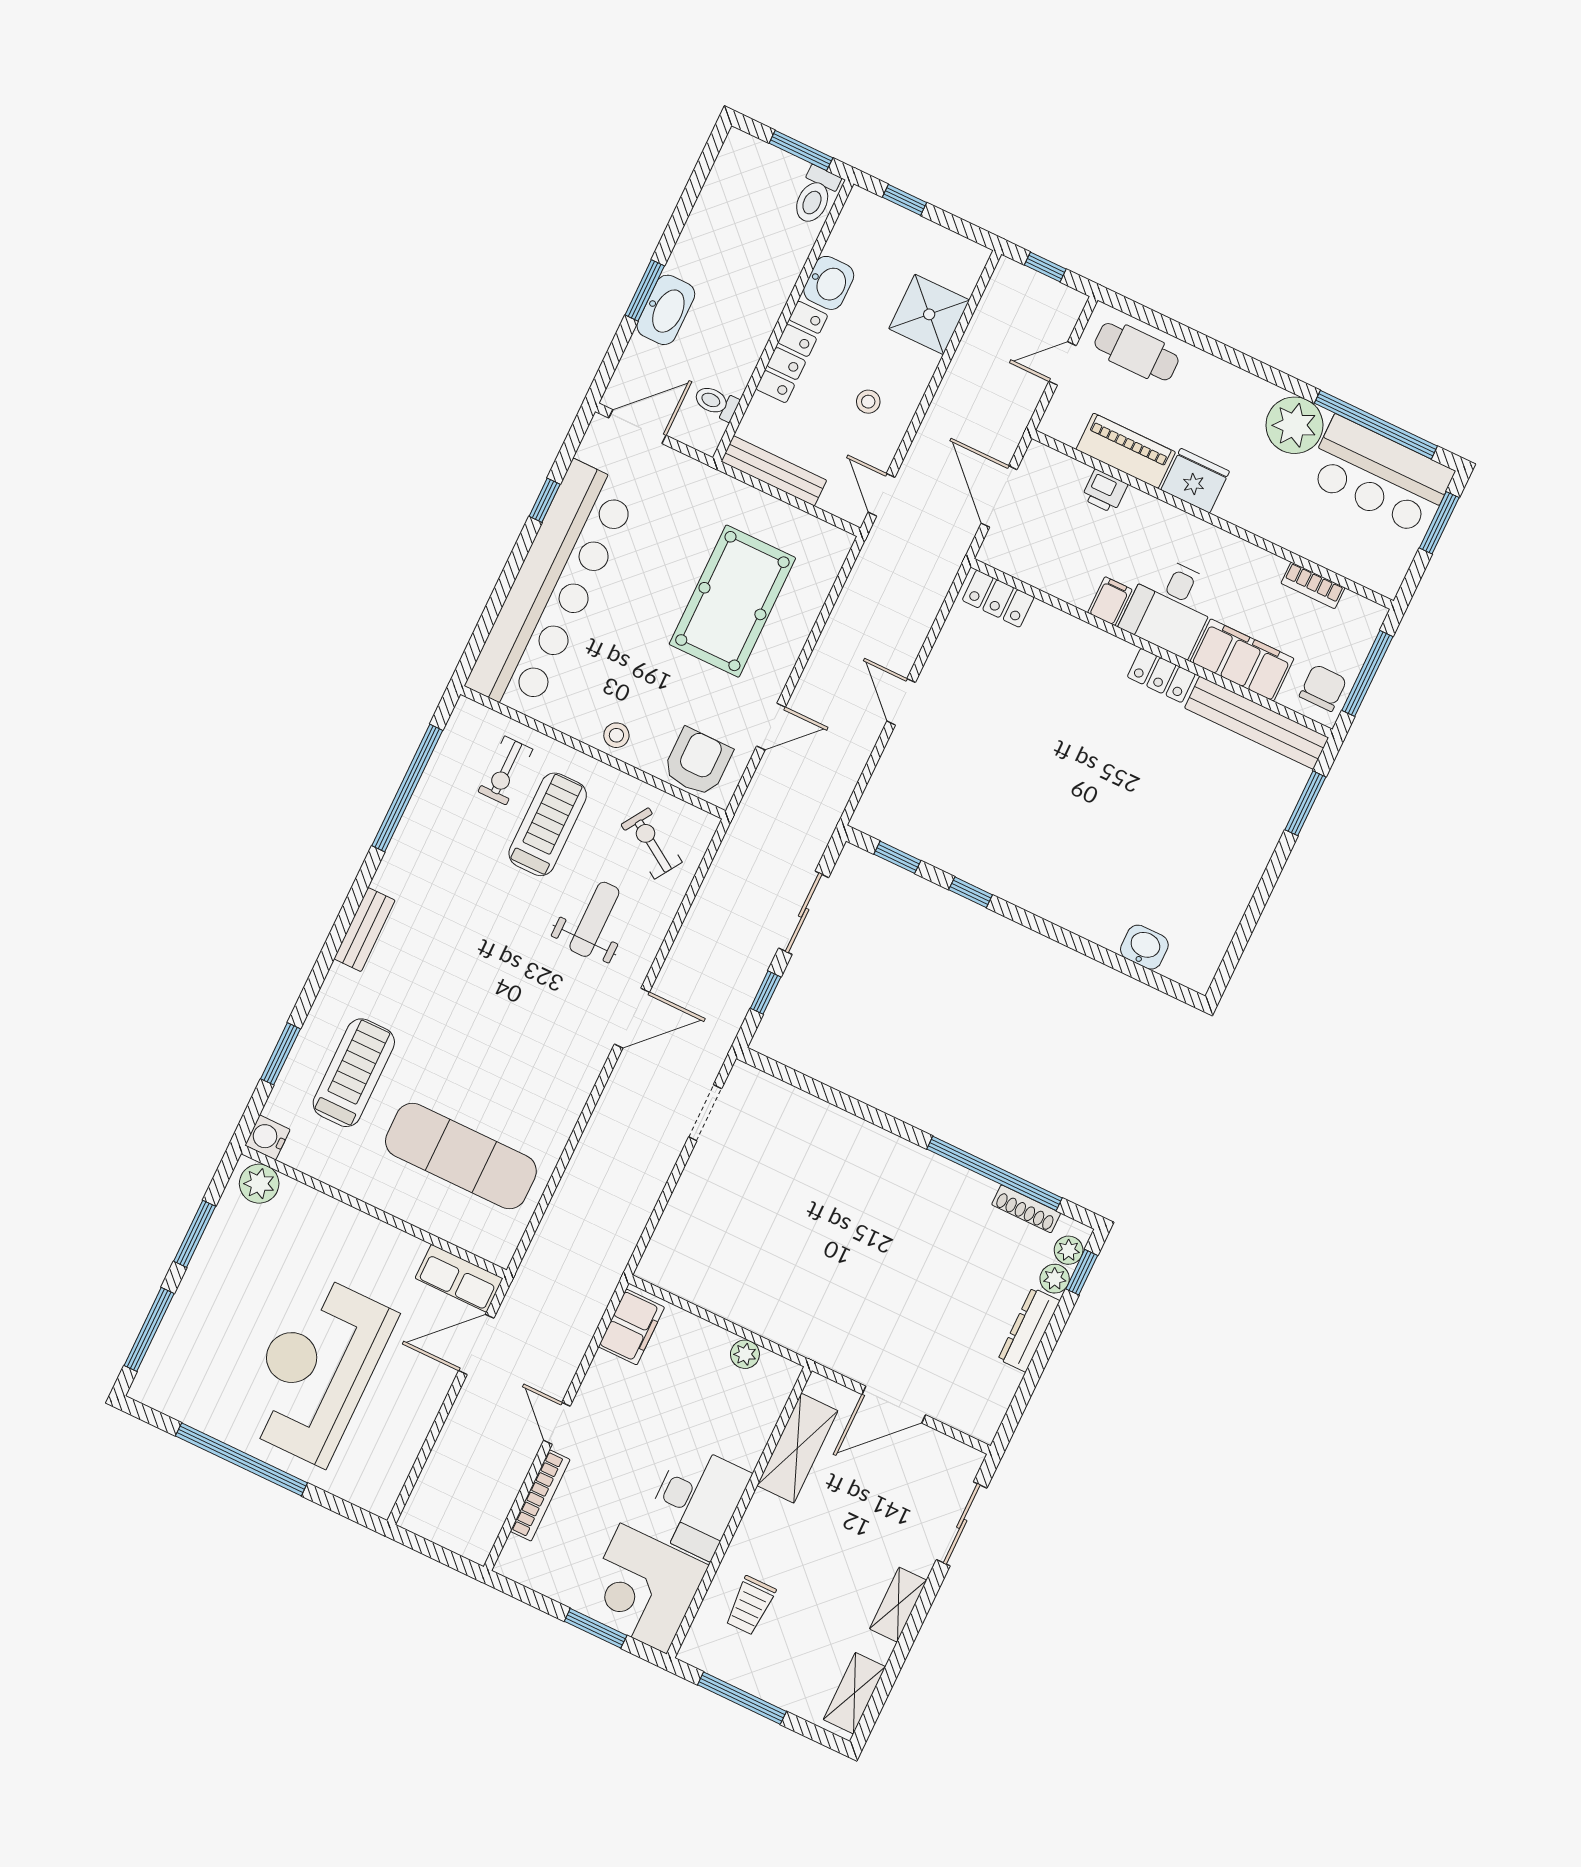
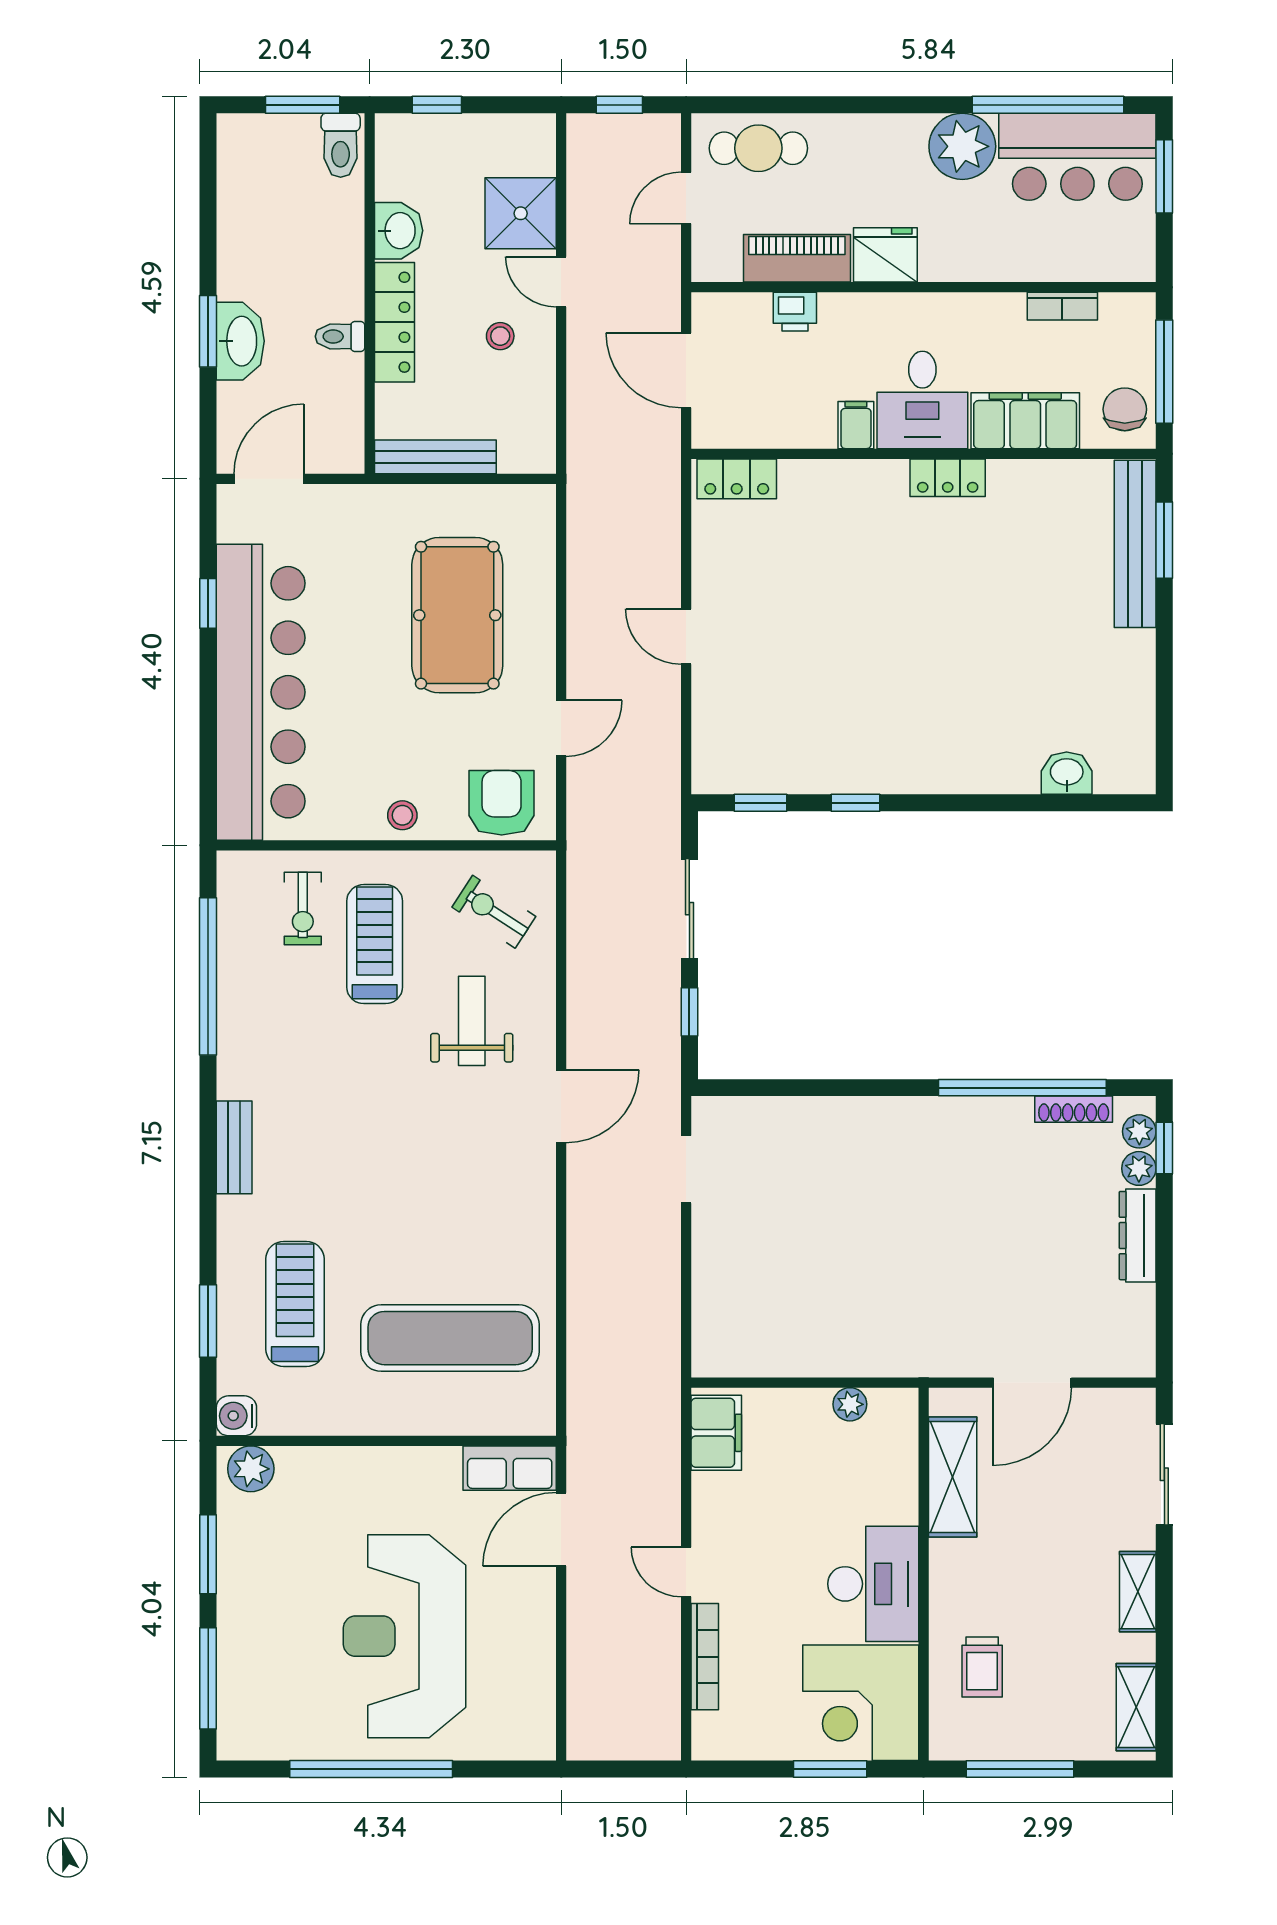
toilet: (716, 402) -> (340, 336), moved
door: (882, 495) -> (561, 282), moved
bench: (1257, 723) -> (1135, 544), moved, turned 90

